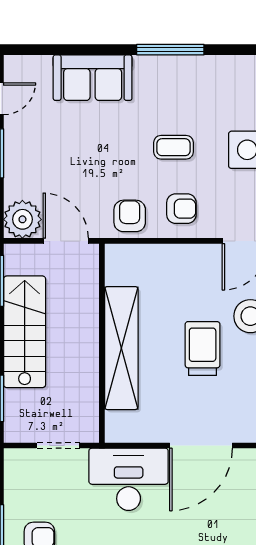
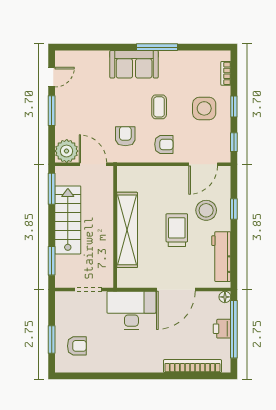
sofa: (93, 78) -> (134, 64), moved
coffee table: (174, 147) -> (159, 107), turned 90
armchair: (130, 216) -> (125, 136), moved

